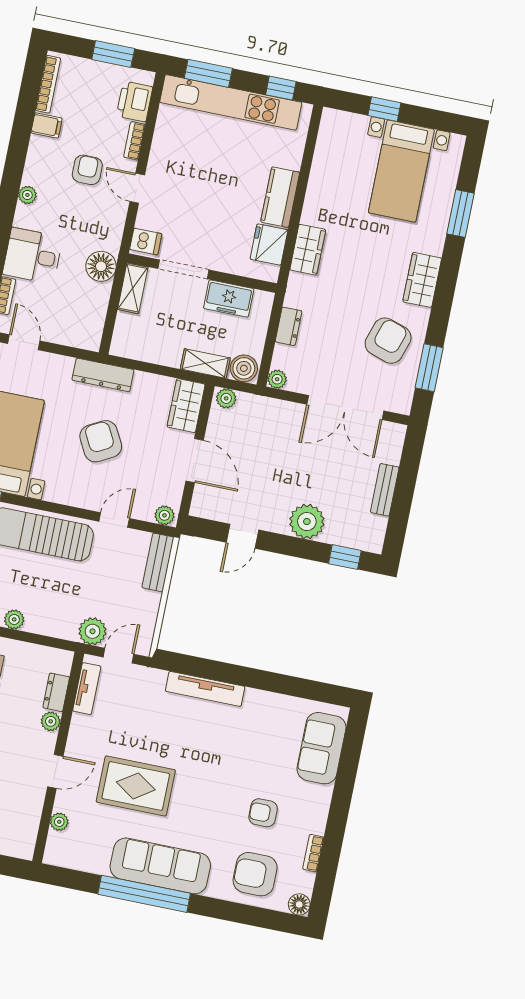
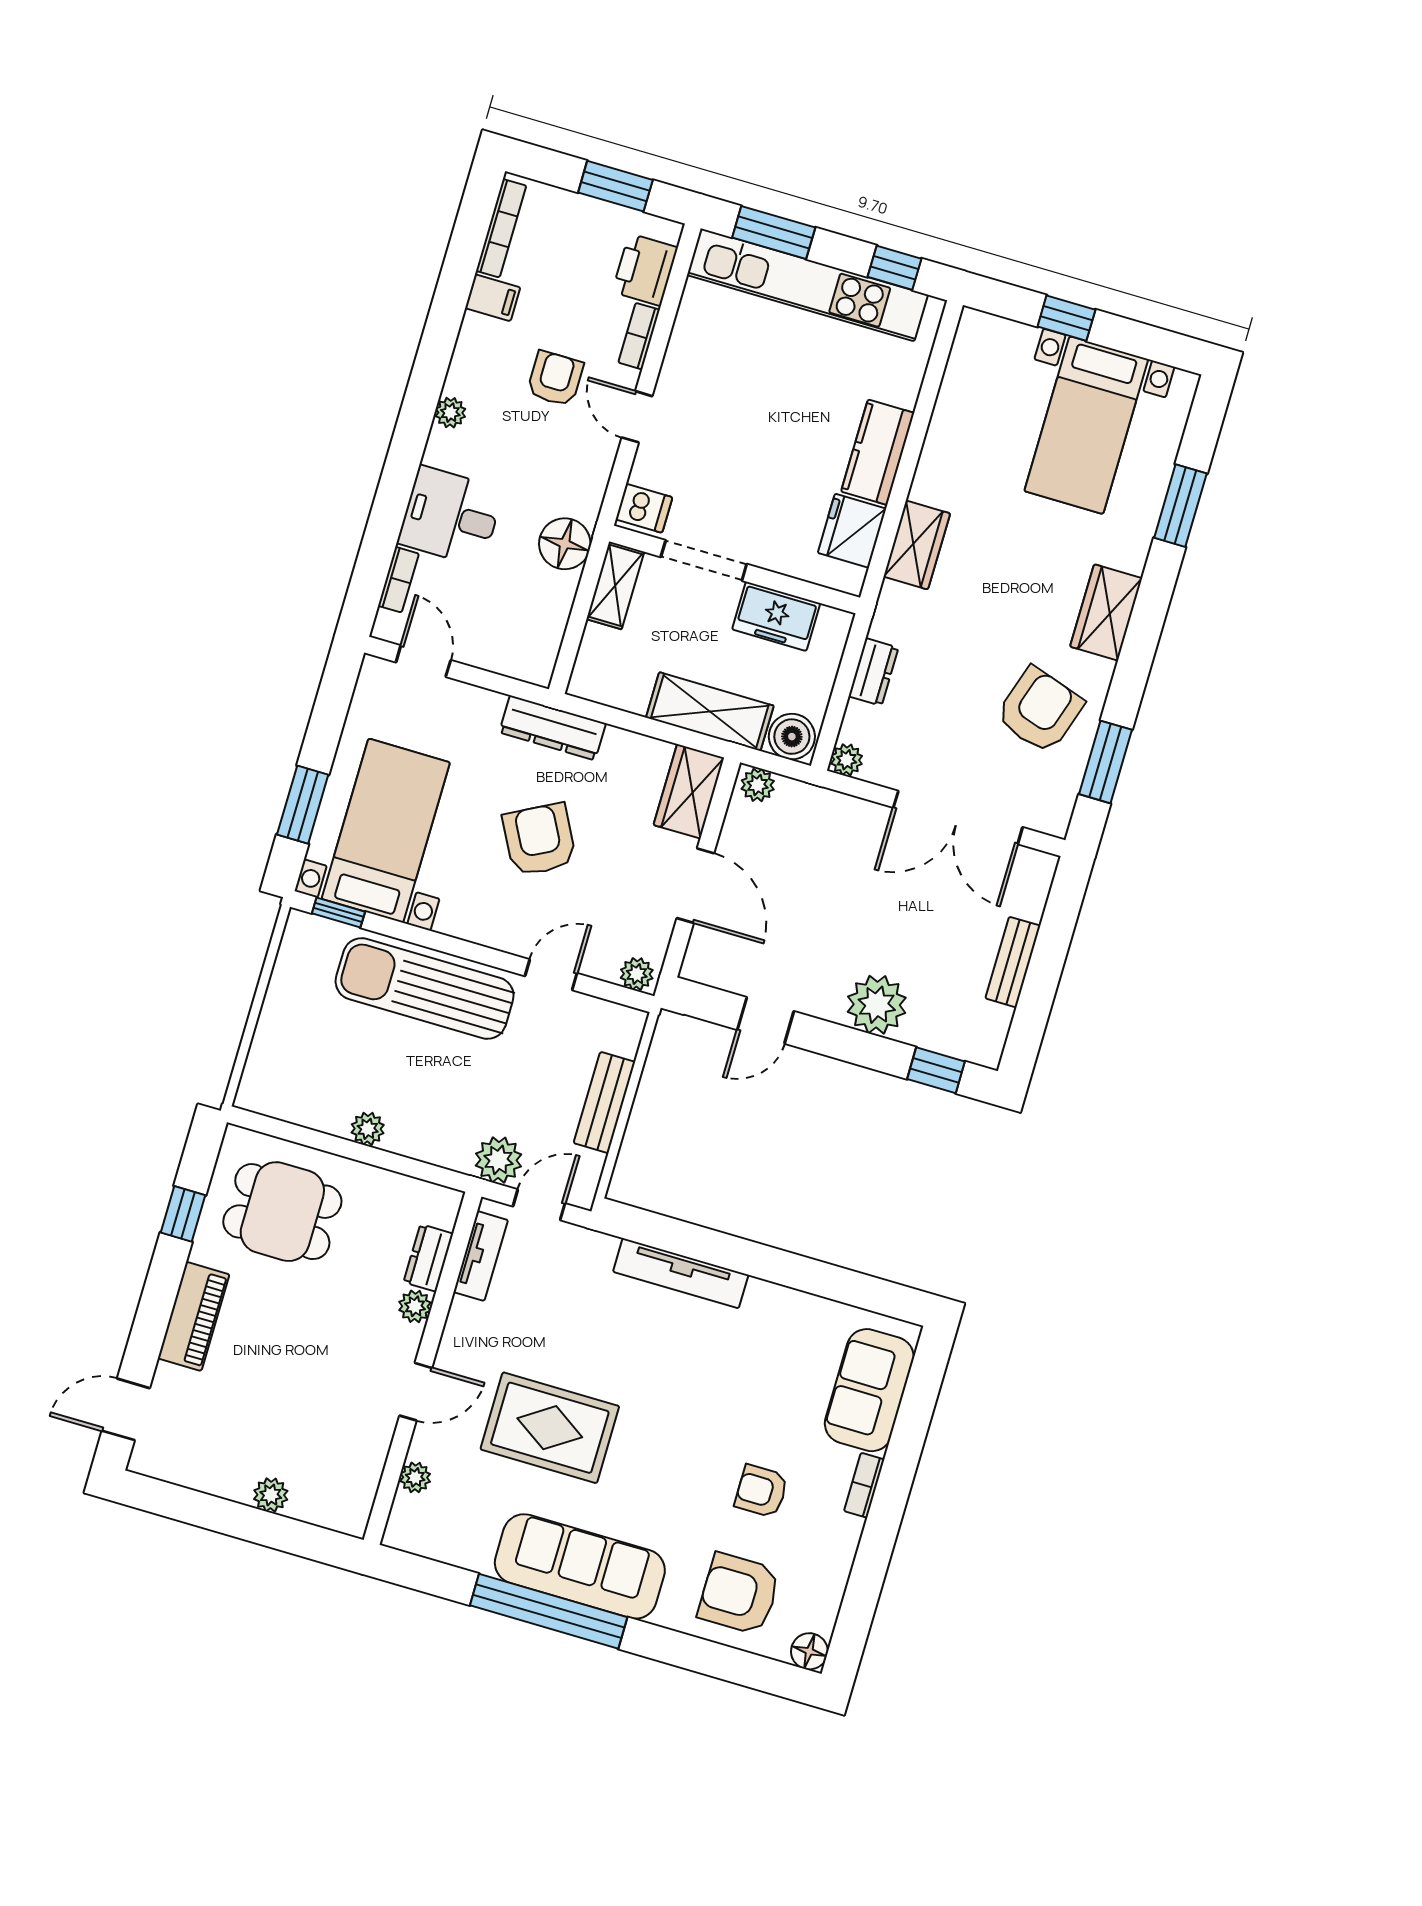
shelving: (205, 363) -> (710, 712), width x1.50, depth x1.33
bench: (158, 562) -> (604, 1103), moved
bookcase: (313, 853) -> (864, 1485), moved

